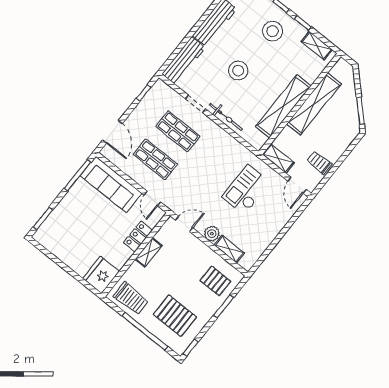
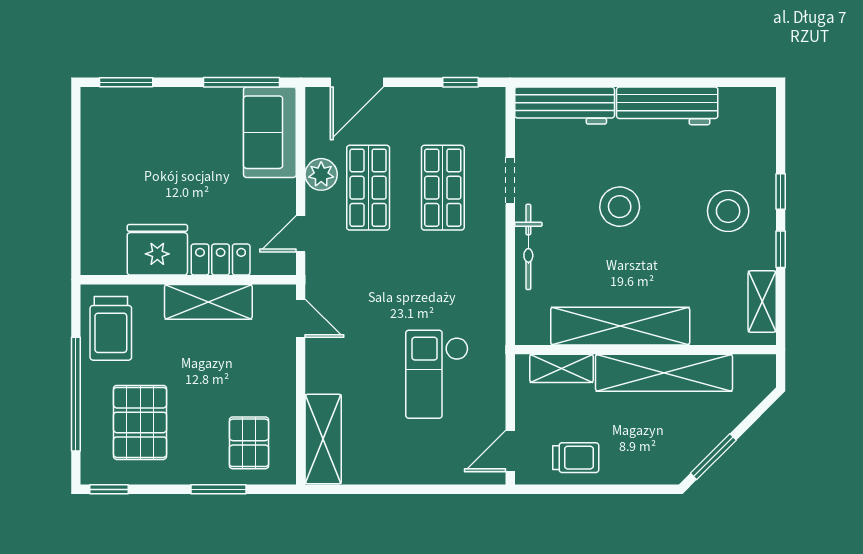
shelving: (278, 159) -> (562, 368), moved, turned 90
trolley: (319, 163) -> (576, 458), turned 90
sofa: (111, 184) -> (270, 132), width x0.73
checkout: (246, 190) -> (437, 374), turned -90
plant: (212, 234) -> (321, 174), moved
shelving: (229, 249) -> (323, 439), width x1.50, depth x1.33
shelving: (149, 252) -> (208, 302), width x1.50, depth x1.33
fridge: (101, 275) -> (157, 250), moved

